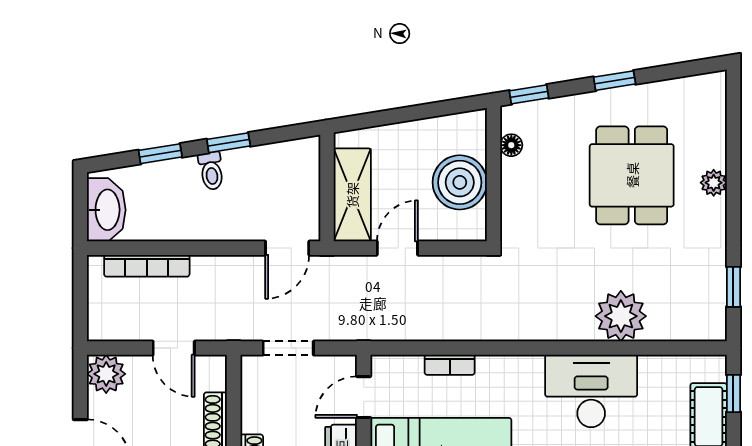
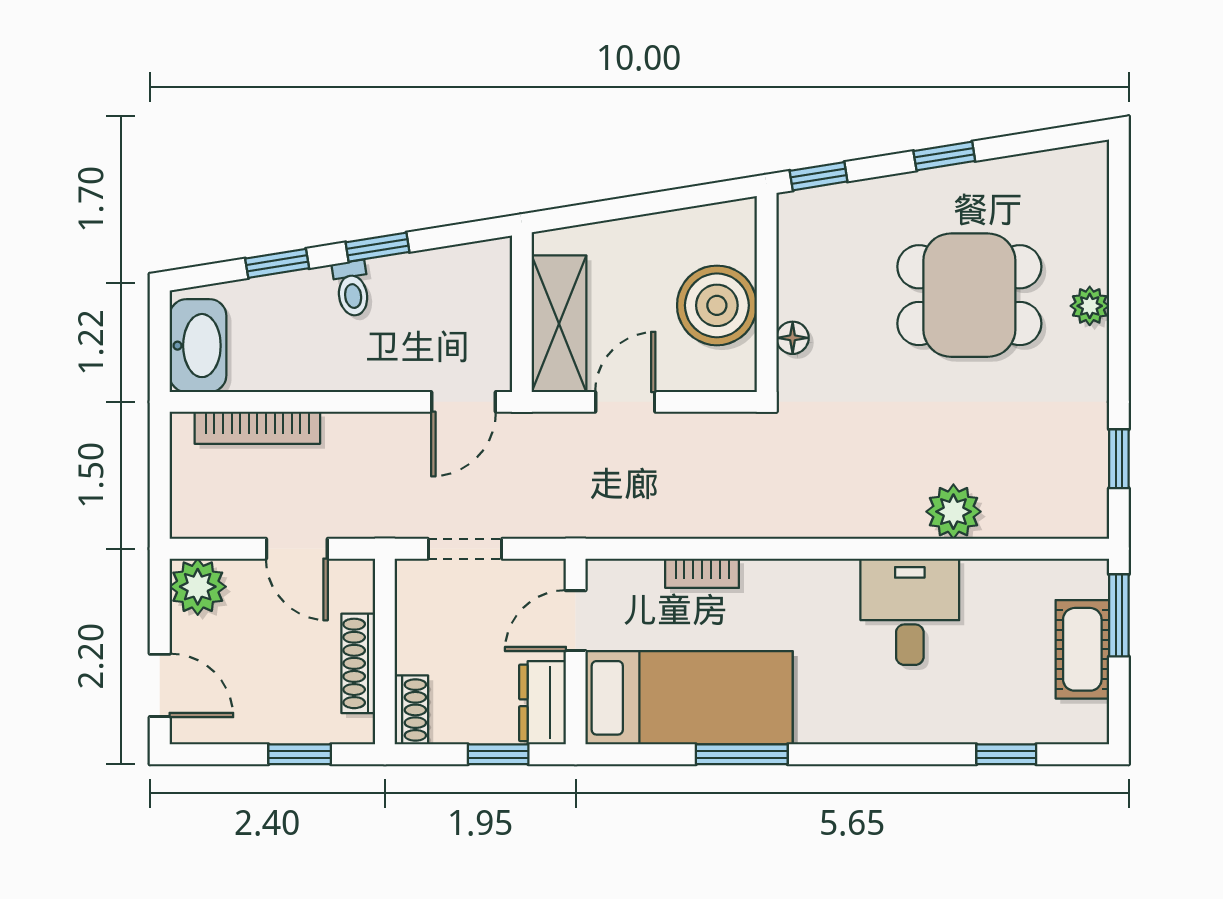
floor lamp: (511, 145) -> (793, 338), moved
dining table: (632, 175) -> (969, 295), turned 90
plant: (621, 316) -> (953, 512), width x0.73, depth x0.73
desk: (591, 391) -> (910, 612), width x0.73
window: (733, 393) -> (1119, 615), width x1.50

